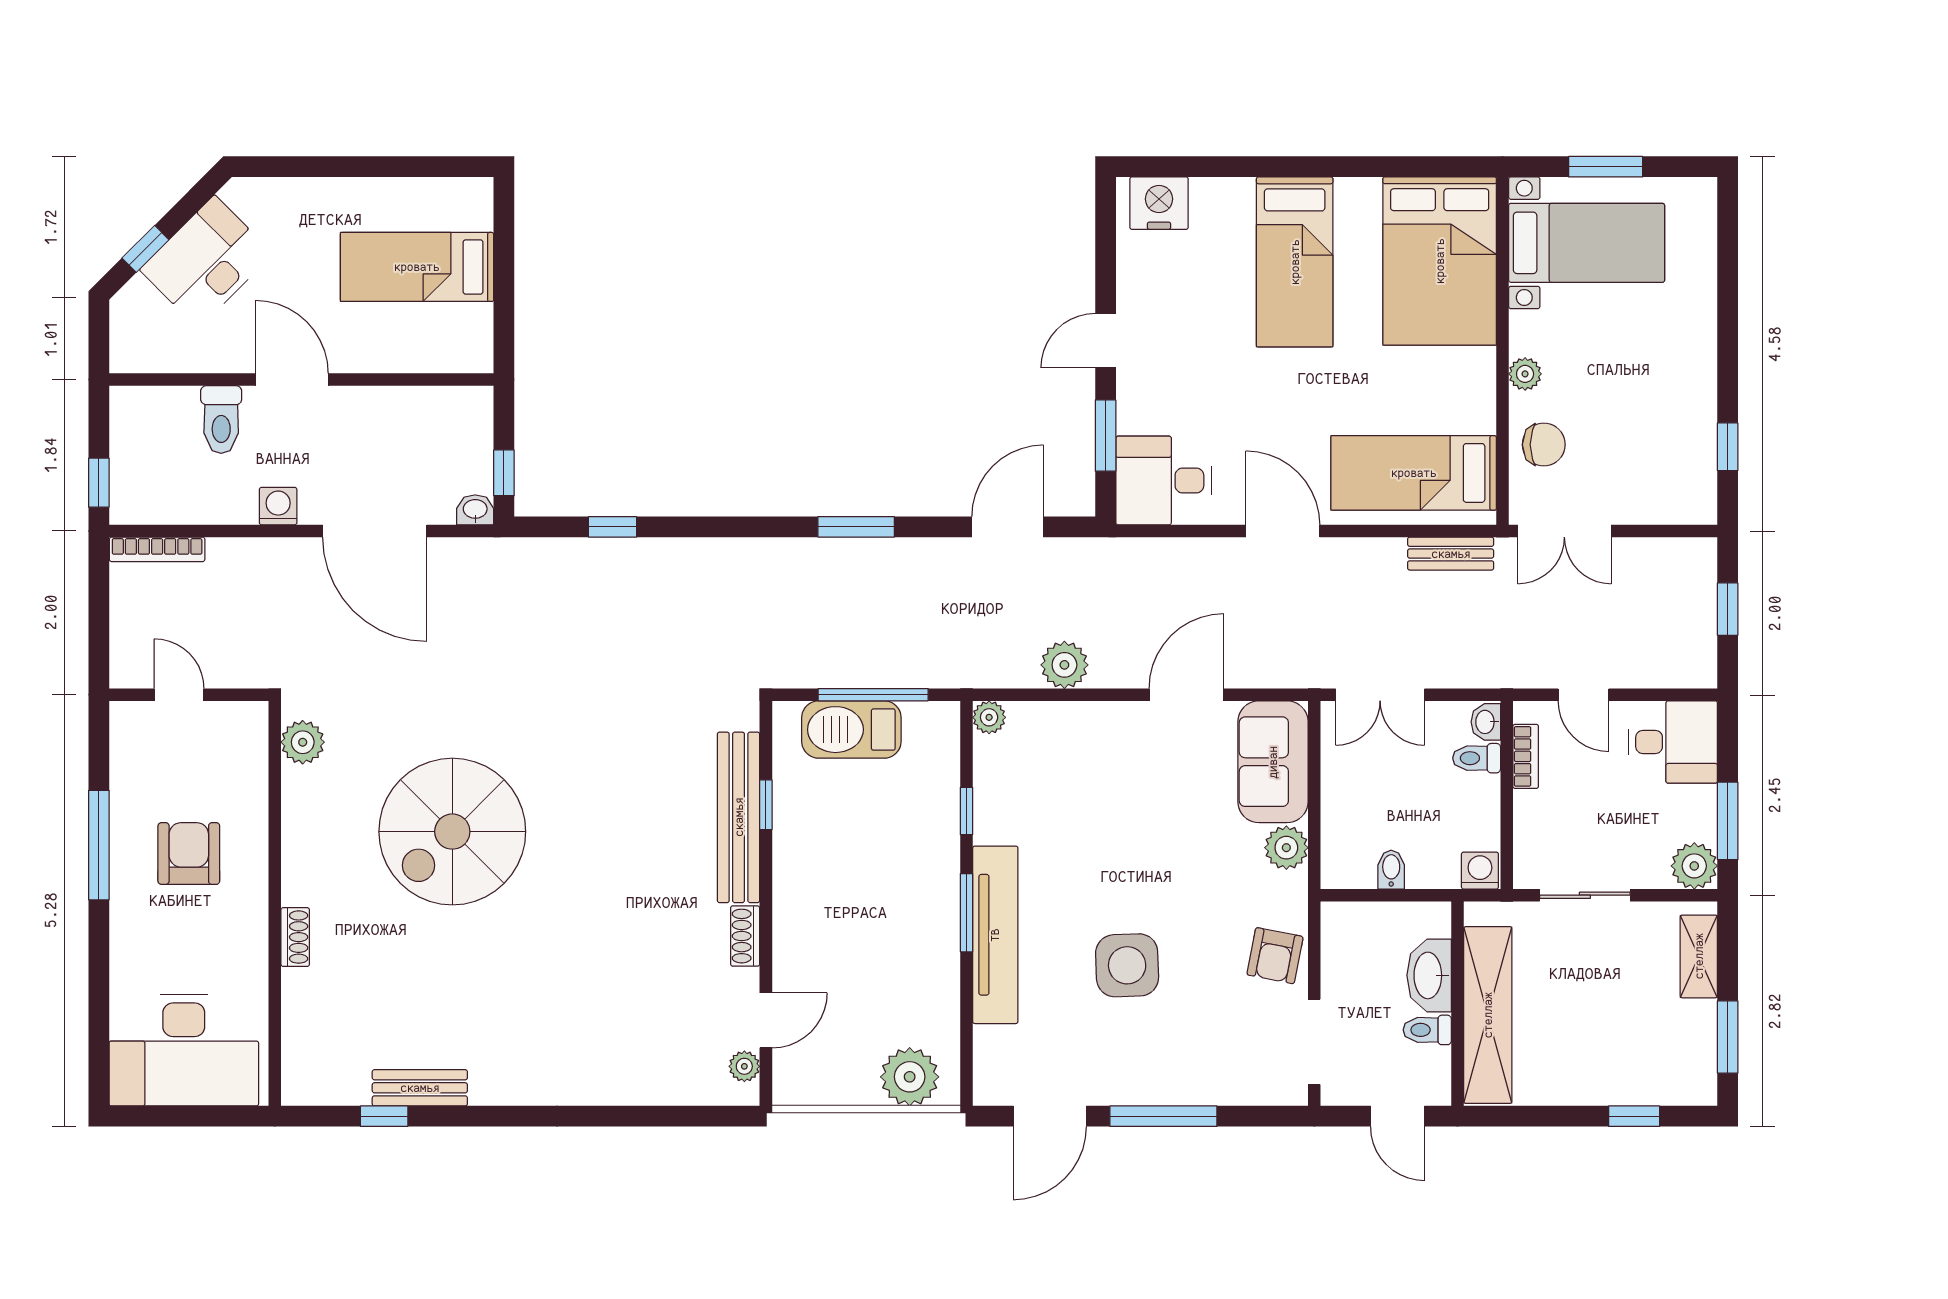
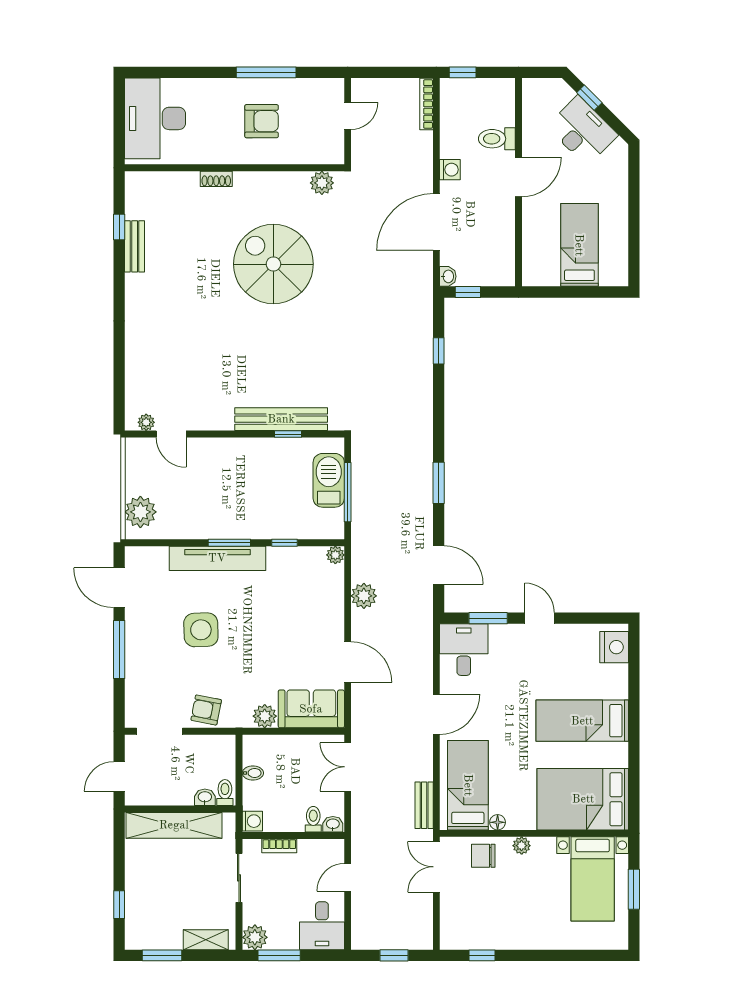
floor lamp: (1482, 418) -> (498, 822), added
chair: (1544, 445) -> (483, 856), turned 90
bookcase: (1526, 756) -> (279, 846), moved
shoe rack: (745, 936) -> (217, 423), removed
washbasin: (1429, 975) -> (205, 797), width x0.52, depth x0.69
toilet: (1427, 1030) -> (225, 793), moved

